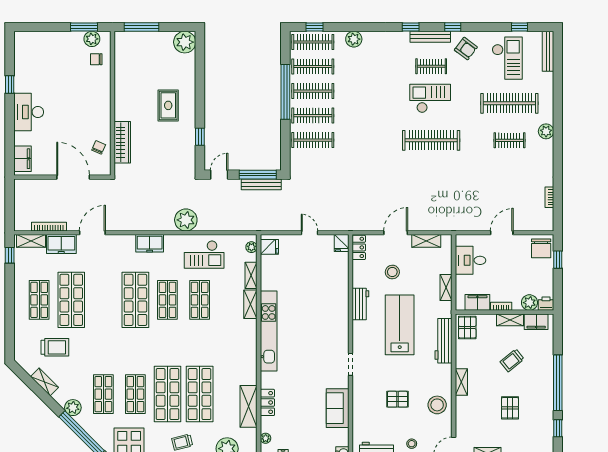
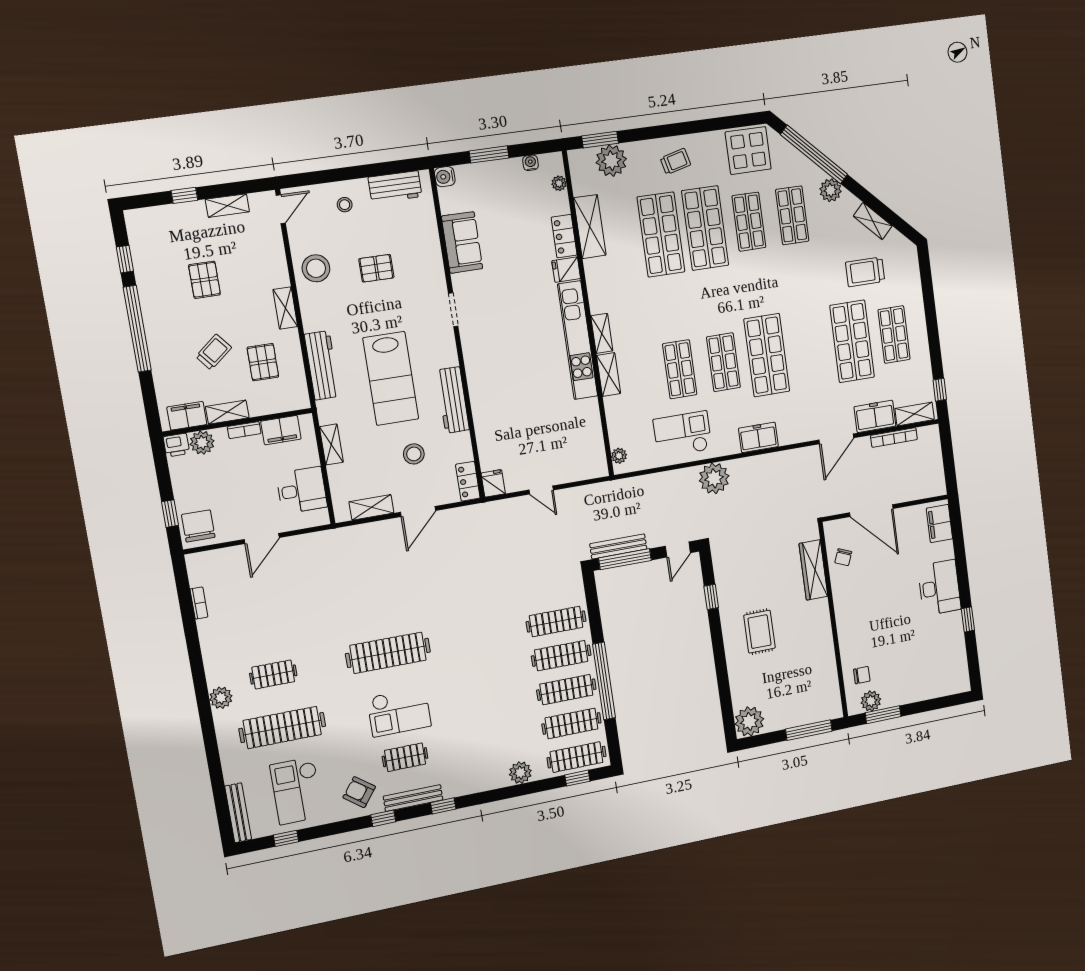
fridge: (269, 247) -> (566, 270), moved
shelving: (251, 275) -> (602, 333), moved
workbench: (360, 304) -> (453, 400), width x1.38
pallet: (467, 327) -> (263, 362), moved

